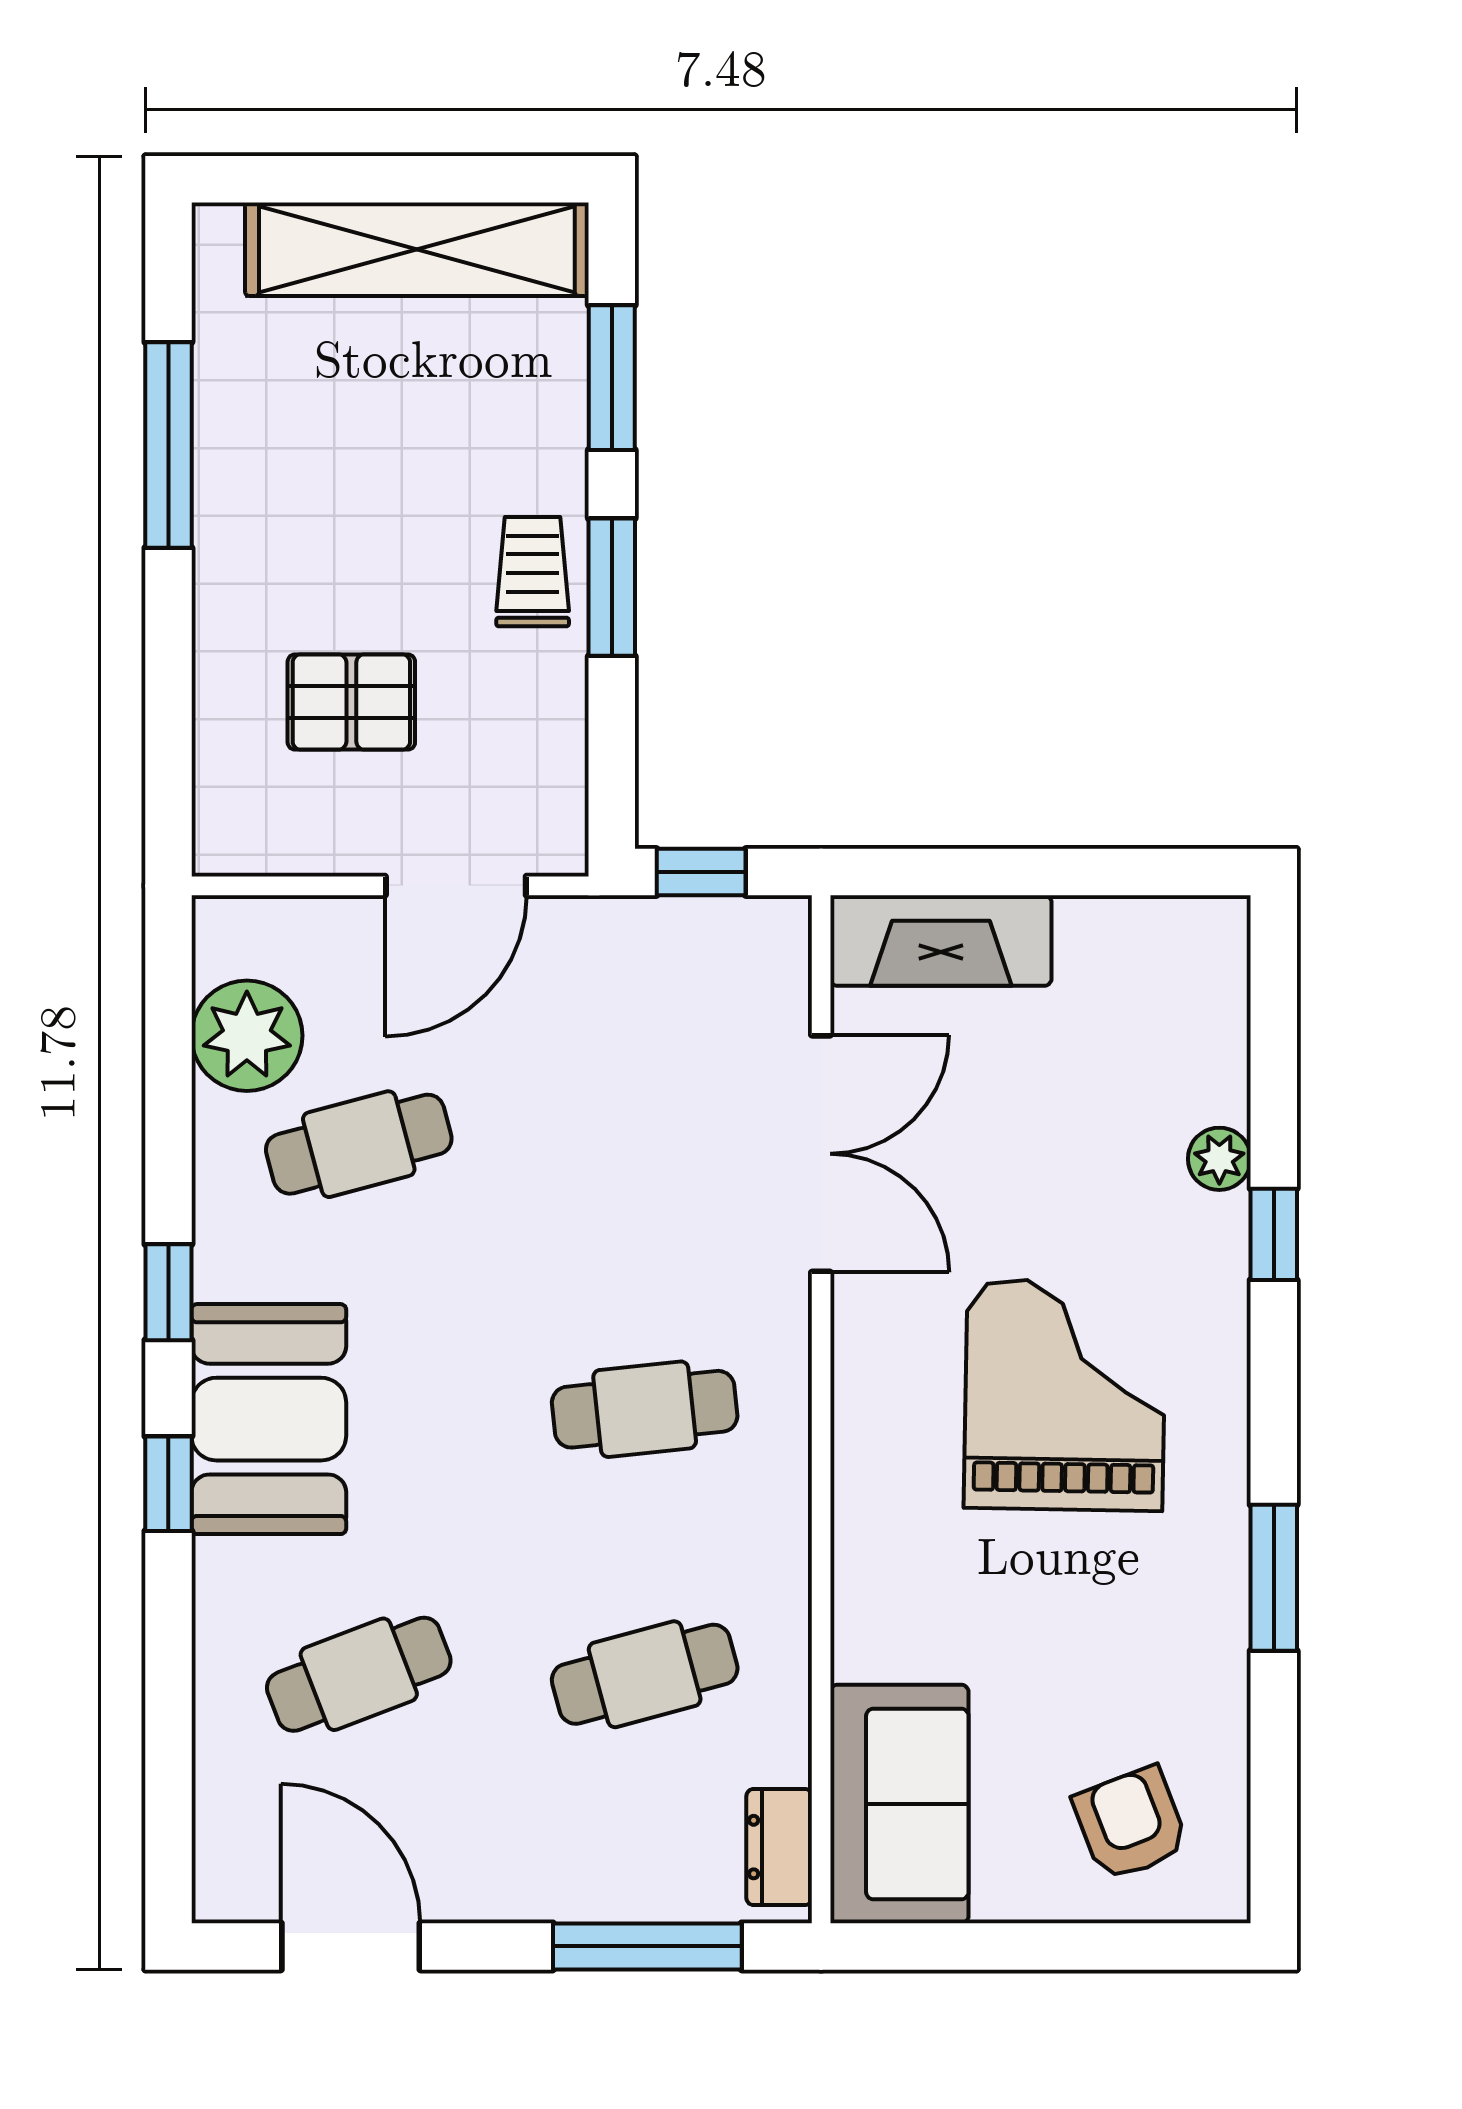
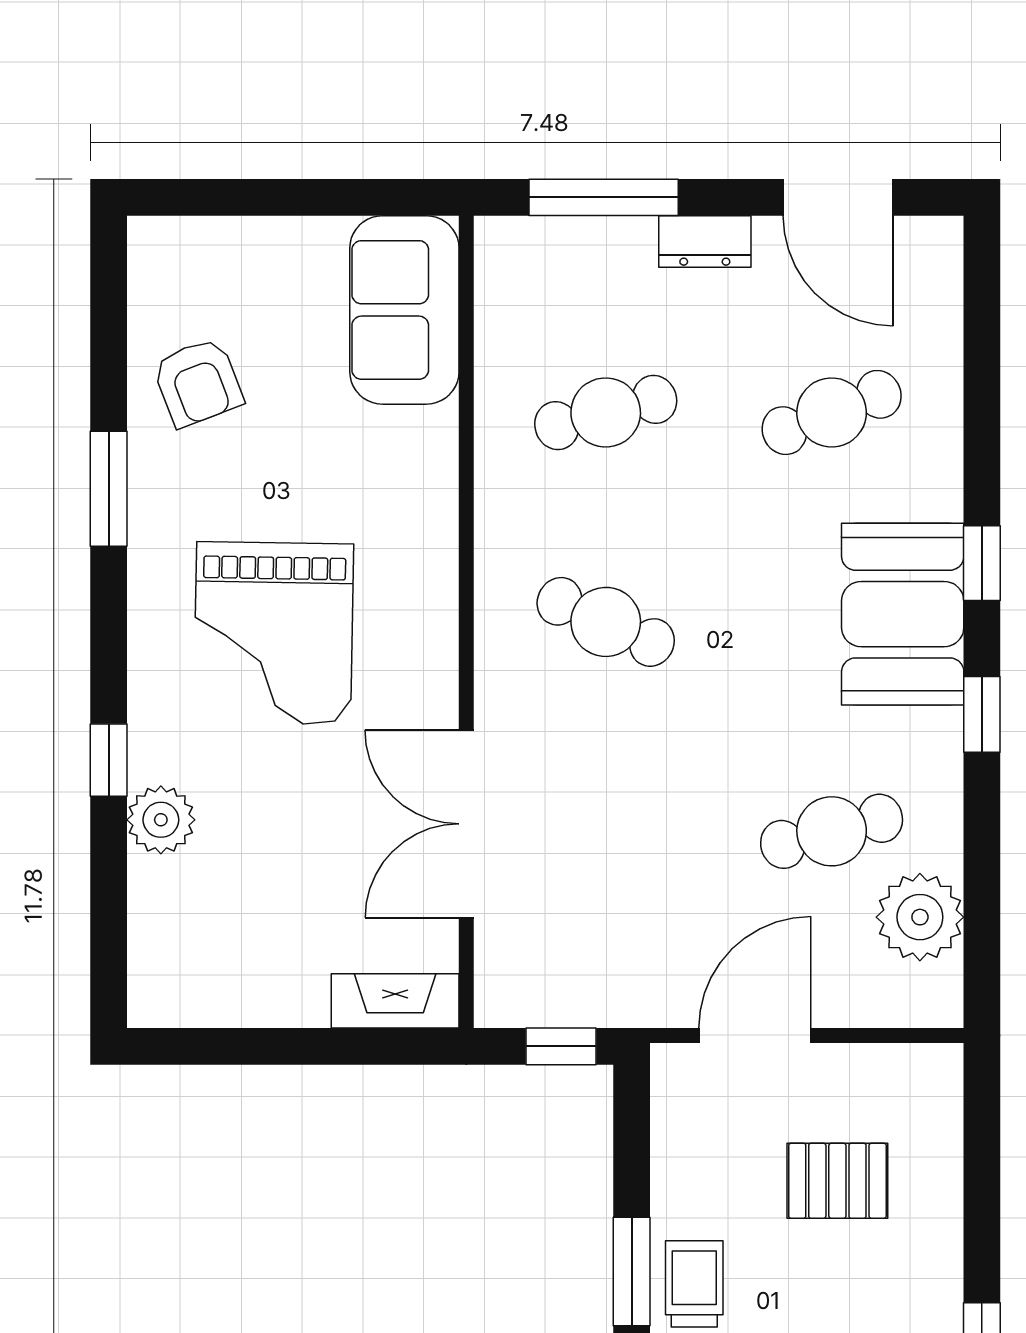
trolley: (533, 572) -> (694, 1284), turned 180
fireplace: (941, 941) -> (395, 1001), width x0.73, depth x0.76
plant: (1219, 1159) -> (161, 820), width x1.38, depth x1.38
cafe table: (645, 1409) -> (606, 622), turned 30
armchair: (1131, 1824) -> (198, 382), moved
dresser: (779, 1847) -> (705, 241), moved, turned 90

